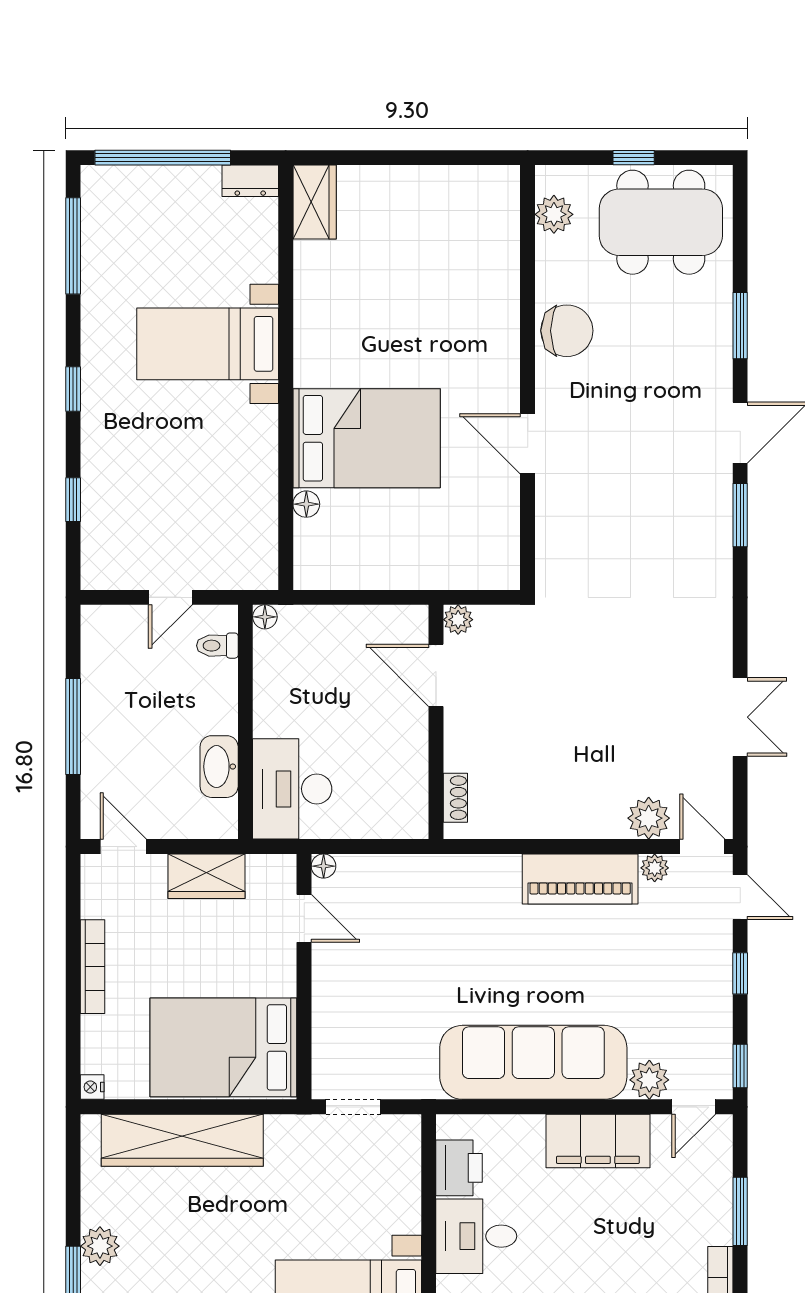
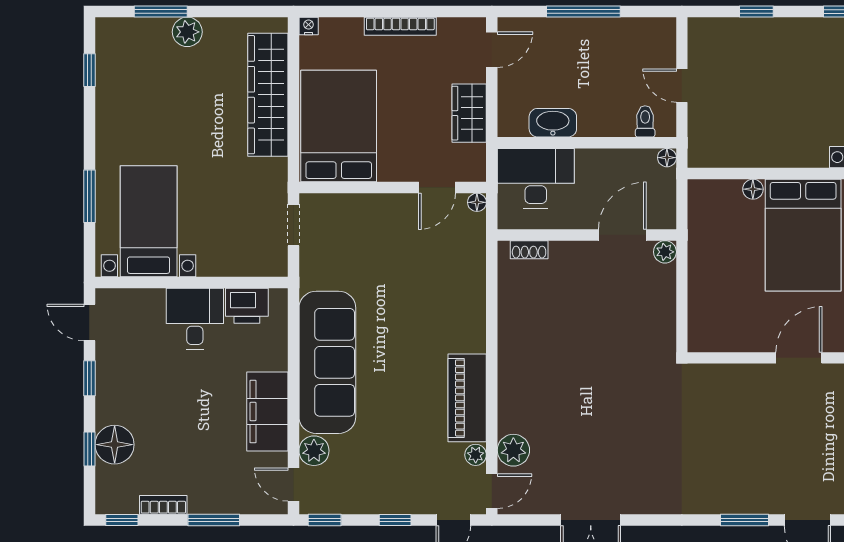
plant: (458, 620) -> (665, 252), moved
door: (436, 675) -> (622, 235), moved
wall: (436, 722) -> (587, 235), moved
shoe rack: (455, 798) -> (529, 250), moved

